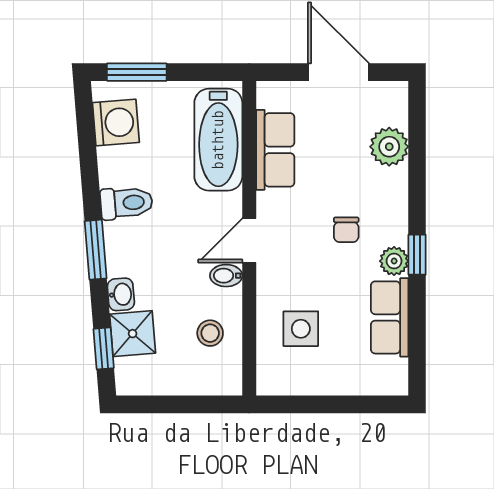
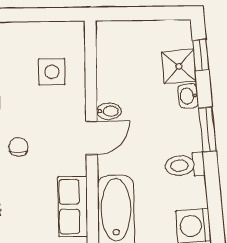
stool: (210, 333) -> (120, 68), removed

